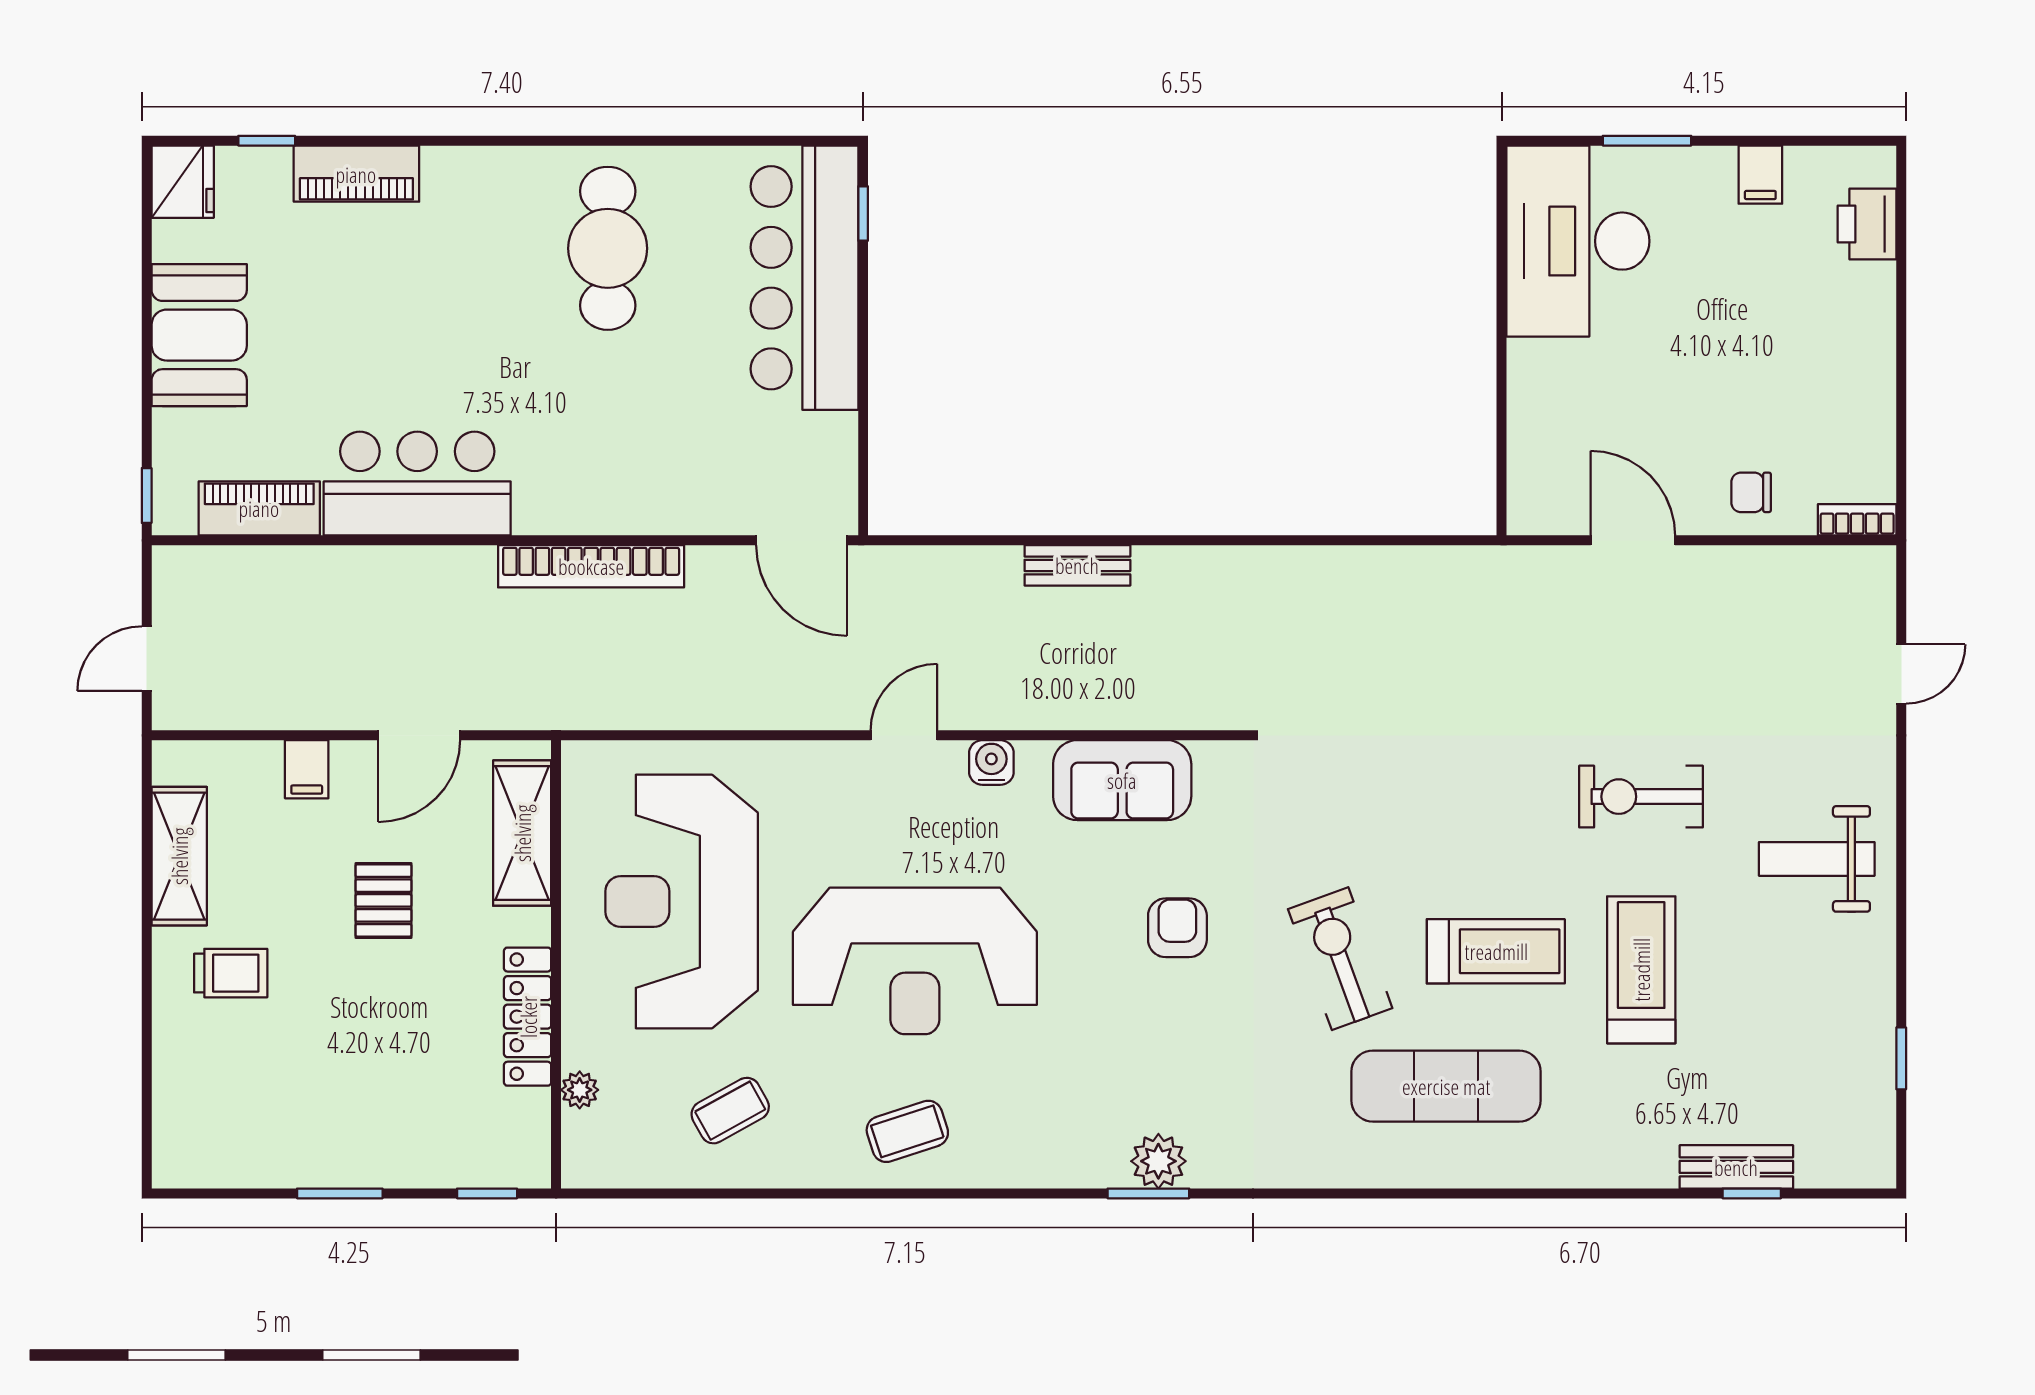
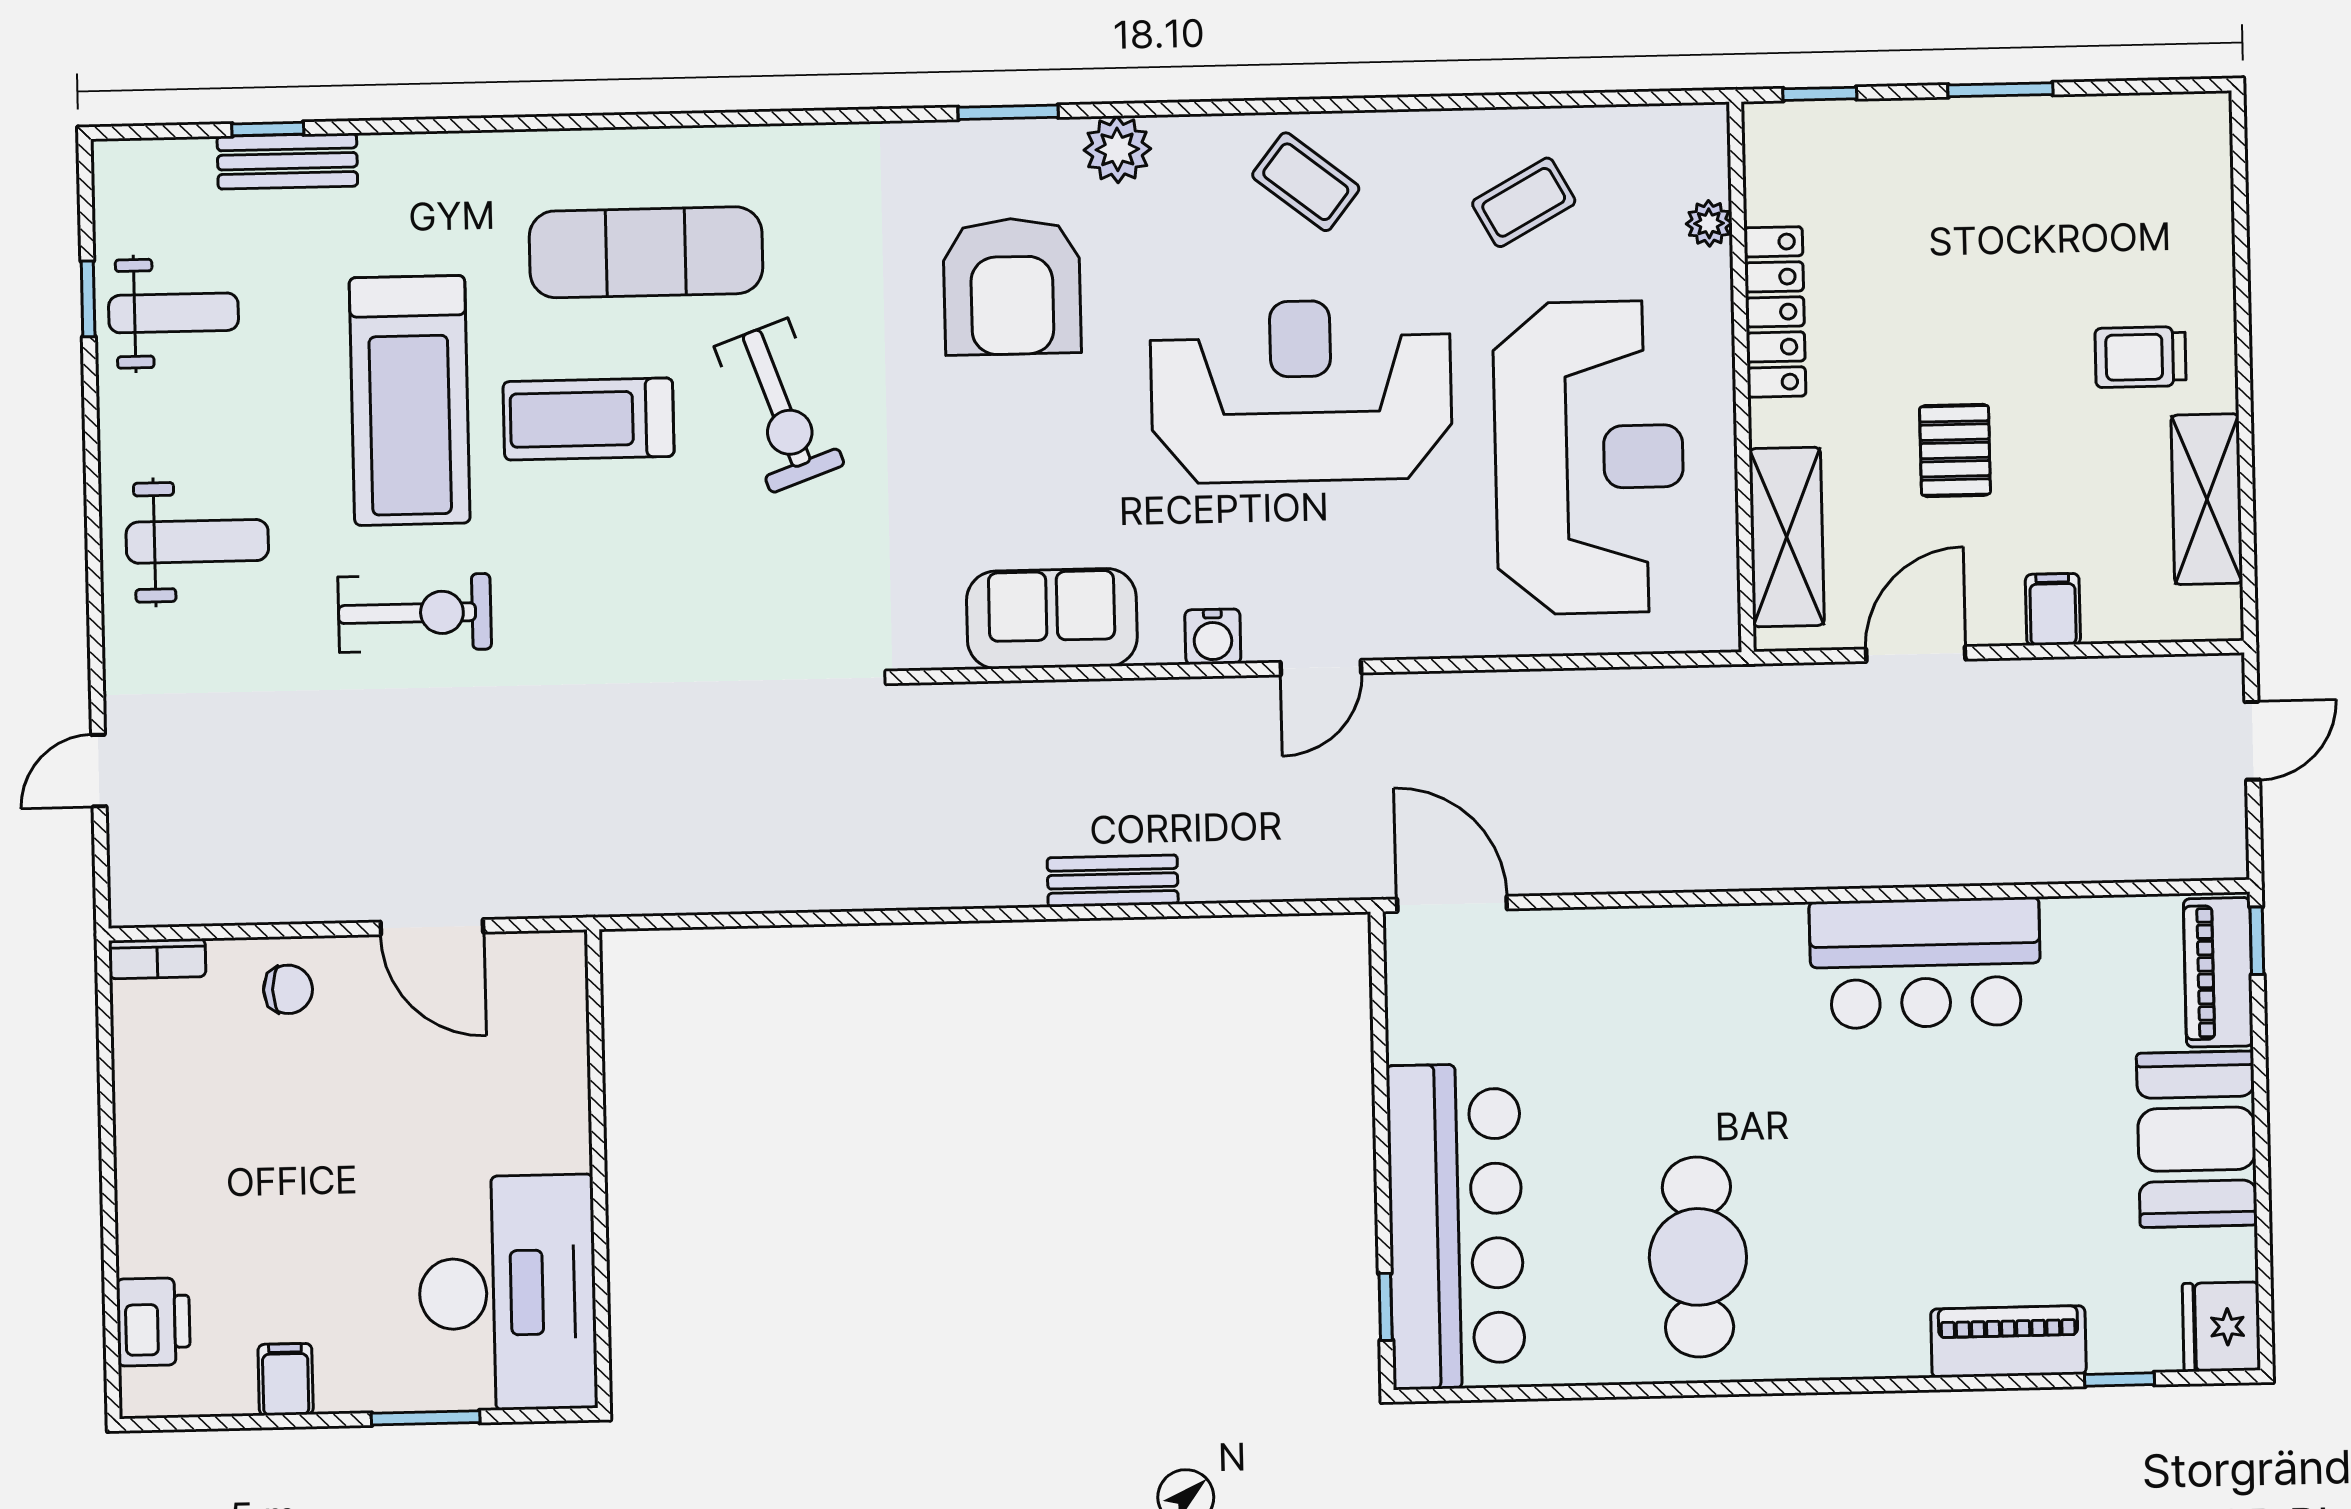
piano: (259, 508) -> (2218, 972), moved, turned 90
bookcase: (591, 566) -> (1710, 866), removed
armchair: (1177, 928) -> (1012, 286), moved, width x1.88, depth x1.88
treadmill: (1641, 970) -> (410, 400), width x1.37, depth x1.38
weight bench: (1832, 1045) -> (173, 313), added
coffee table: (907, 1131) -> (1306, 182), turned 56
plant: (1158, 1161) -> (1117, 149), moved

